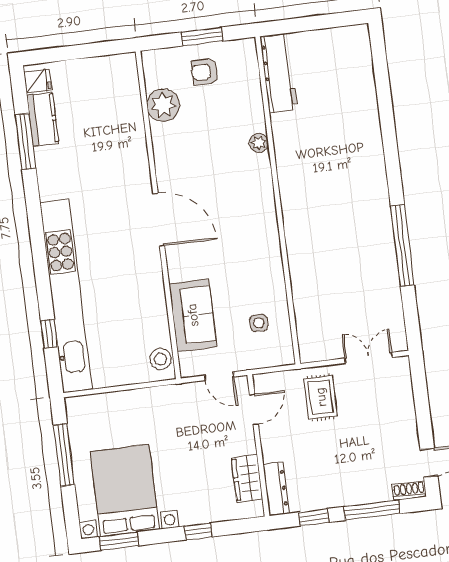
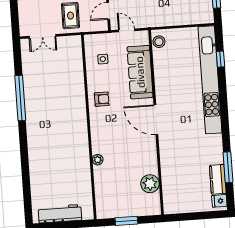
armchair: (205, 72) -> (102, 99), moved
workbench: (279, 73) -> (60, 214), moved, turned 90
sofa: (193, 315) -> (140, 72), width x1.36

